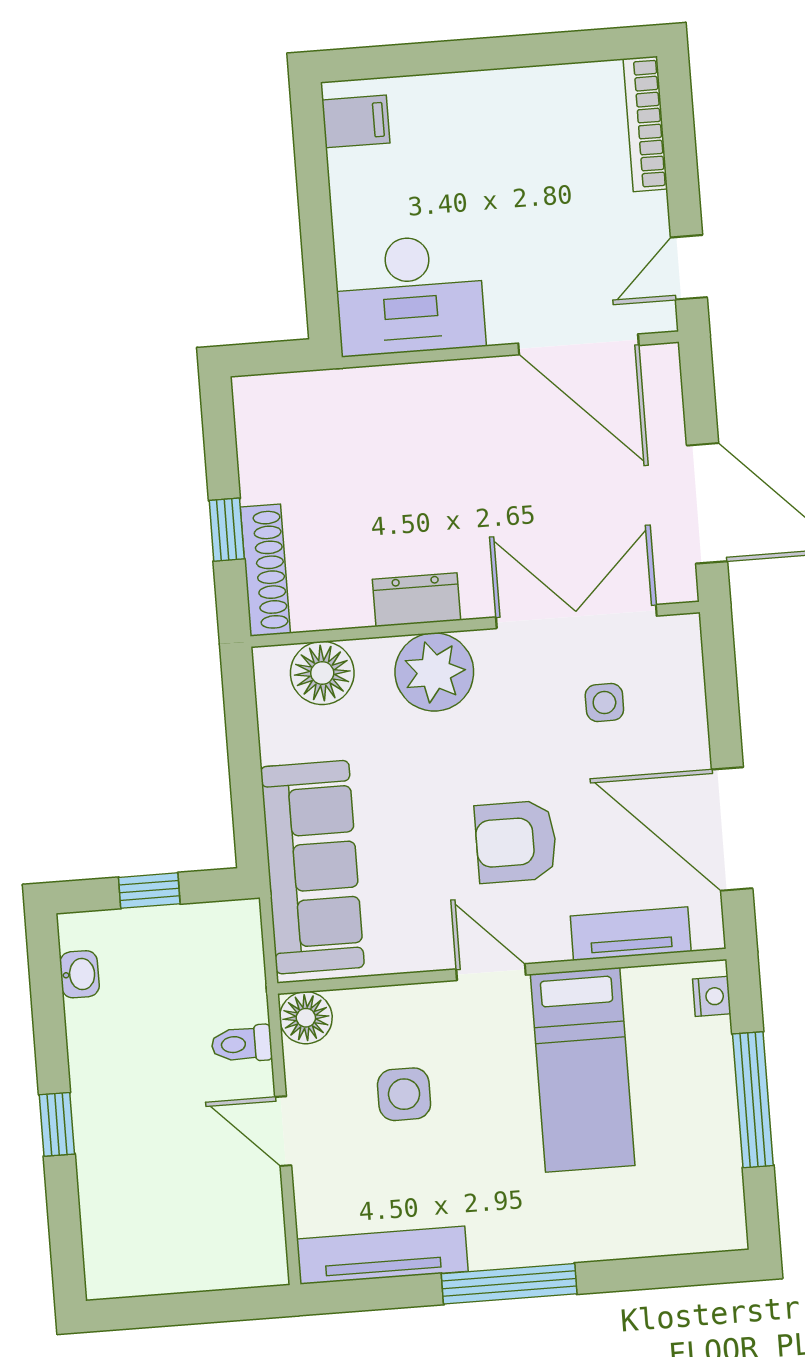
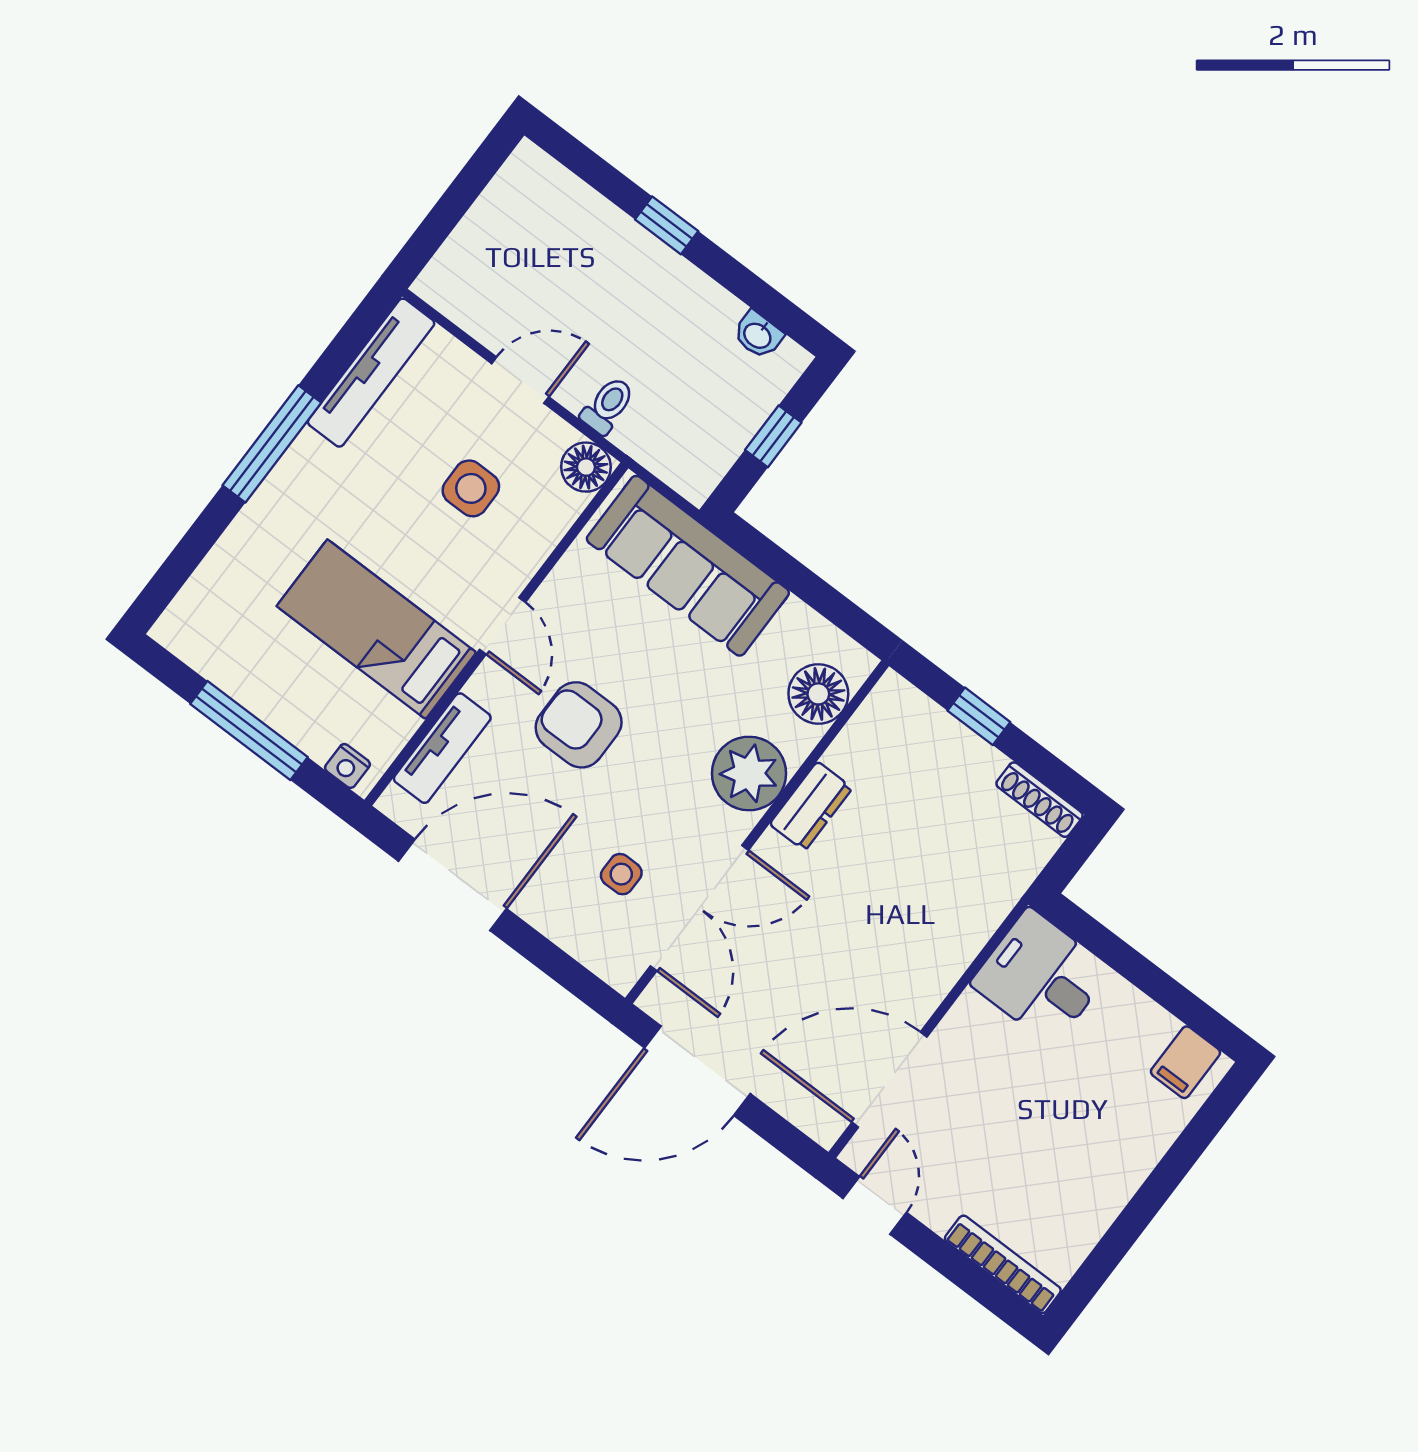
desk: (410, 295) -> (1041, 977), width x0.73
shoe rack: (265, 570) -> (1040, 800), moved, width x0.74, depth x0.81
armchair: (516, 842) -> (579, 725), turned -90
door: (491, 972) -> (502, 626), hinge flipped

